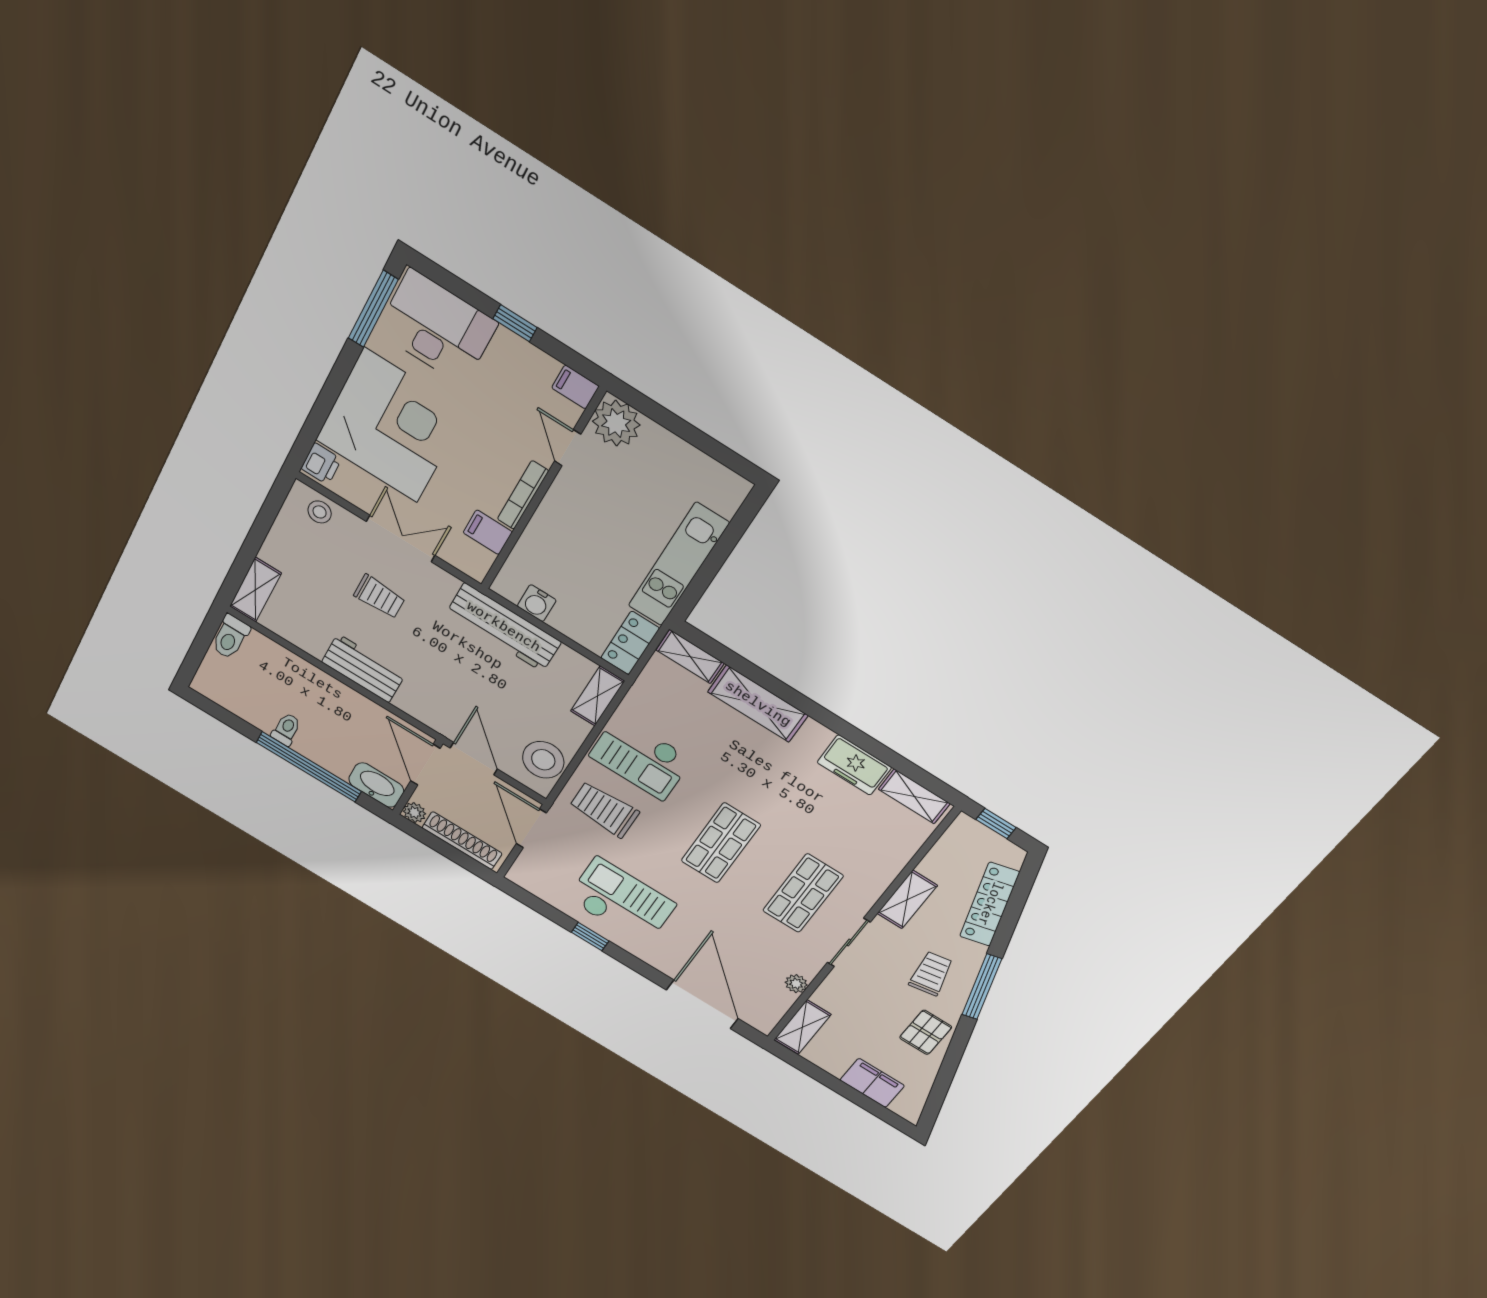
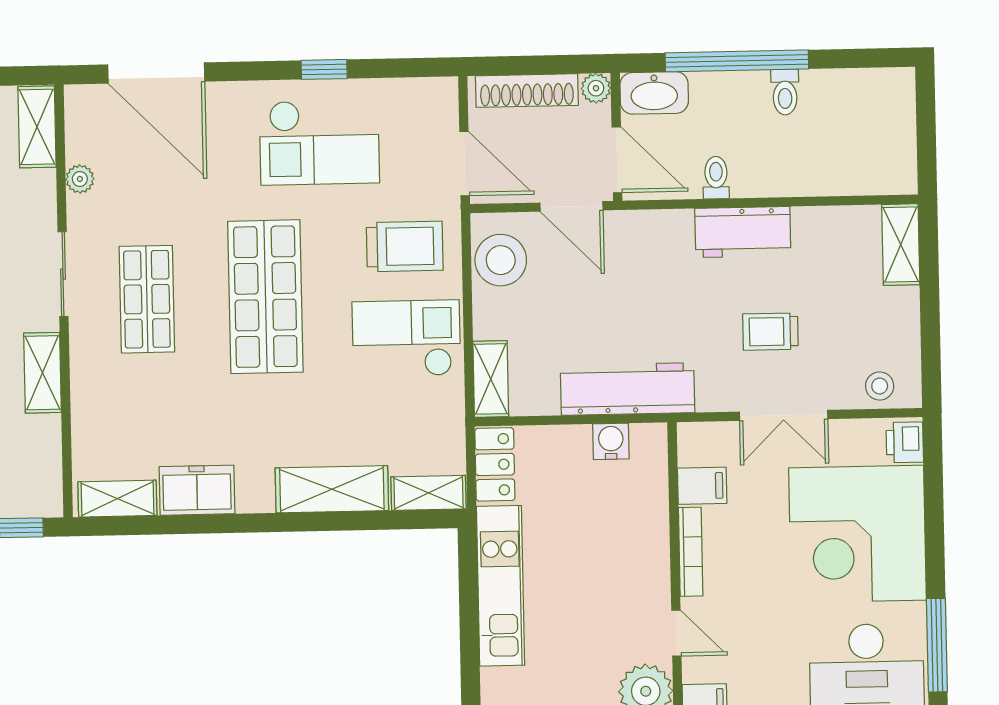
toilet: (230, 637) -> (716, 178), moved, width x0.73, depth x0.72
shop shelf: (721, 843) -> (265, 297), width x1.43, depth x1.36

